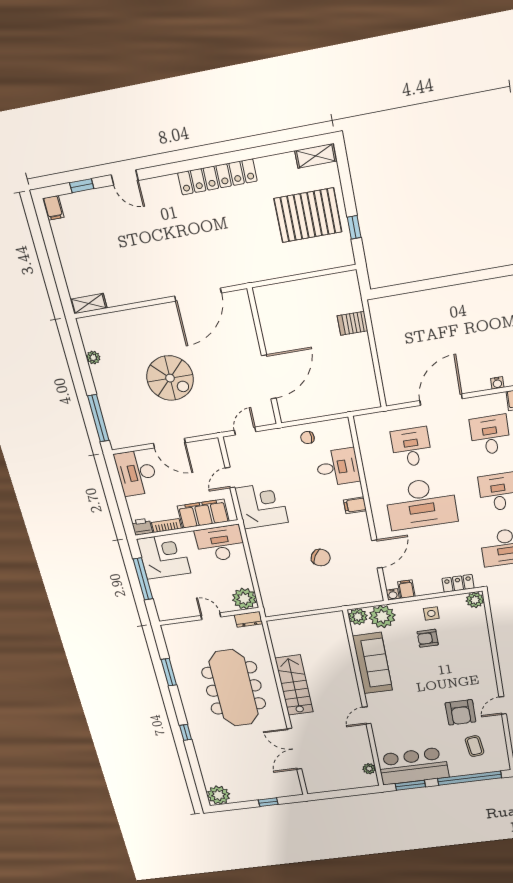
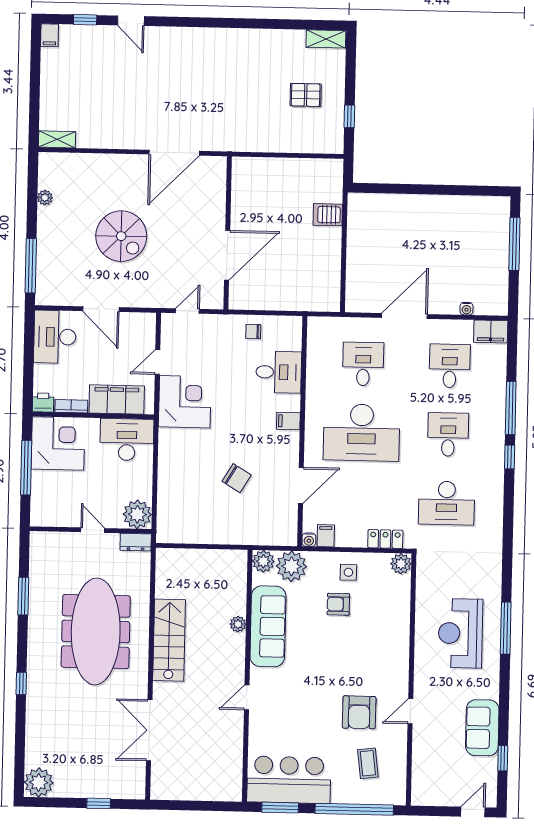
locker: (217, 177) -> (224, 39), removed
pallet: (308, 215) -> (306, 95), width x0.49, depth x0.50
plant: (369, 769) -> (238, 624), moved

